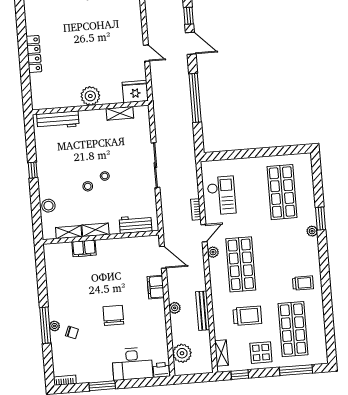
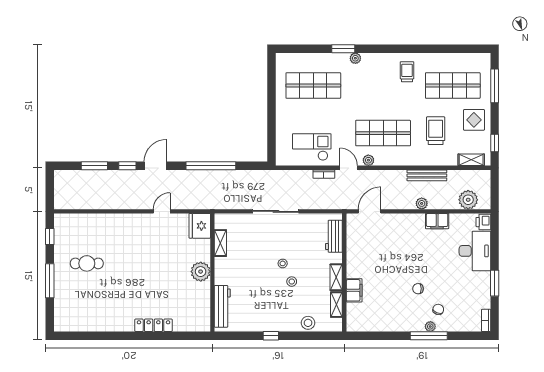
filing cabinet: (156, 287) -> (437, 221), moved
chair: (113, 315) -> (418, 289), moved, width x0.54, depth x0.54

